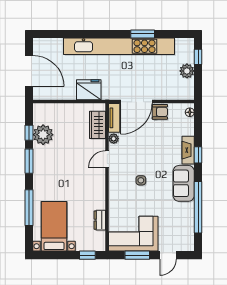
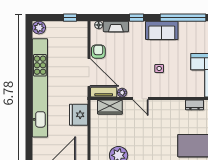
window: (143, 34) -> (29, 67), removed
window: (198, 57) -> (70, 18), moved
plant: (187, 71) -> (39, 28), moved
fireplace: (188, 150) -> (116, 26), moved

